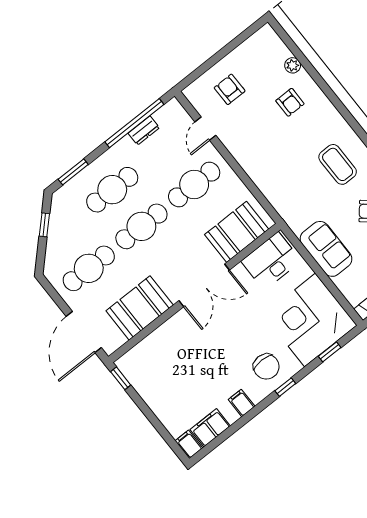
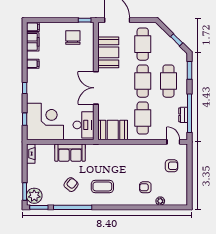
door: (205, 129) -> (173, 142), moved
booth: (237, 232) -> (113, 130), moved, turned 90
chair: (266, 367) -> (73, 37), moved, turned 90

